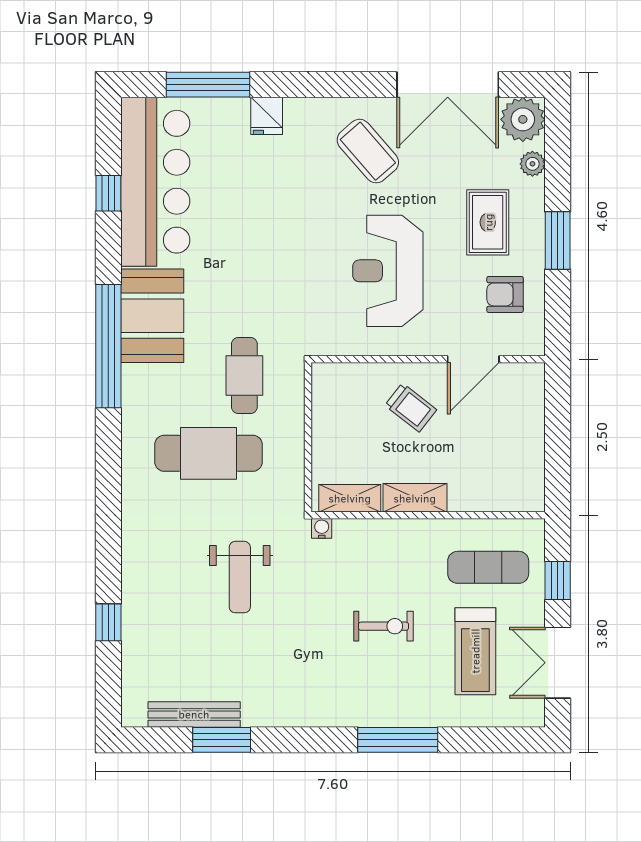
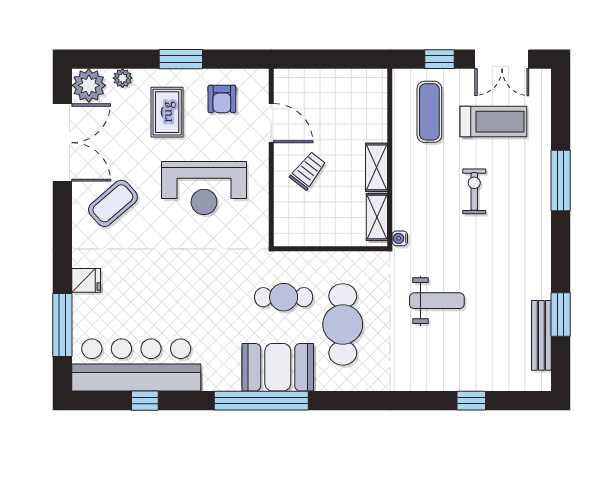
rug: (488, 222) -> (167, 112), turned 90
booth: (152, 316) -> (278, 367), moved

